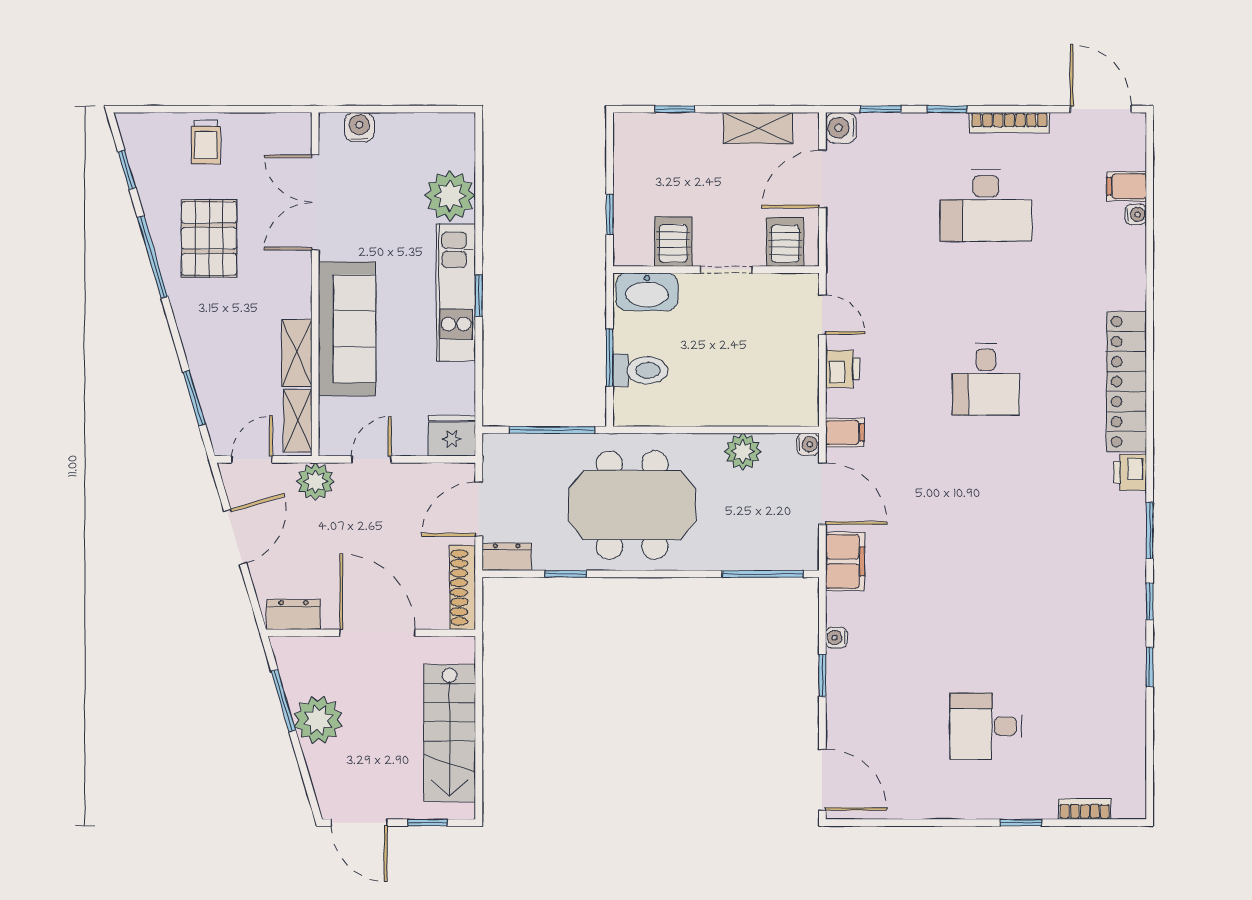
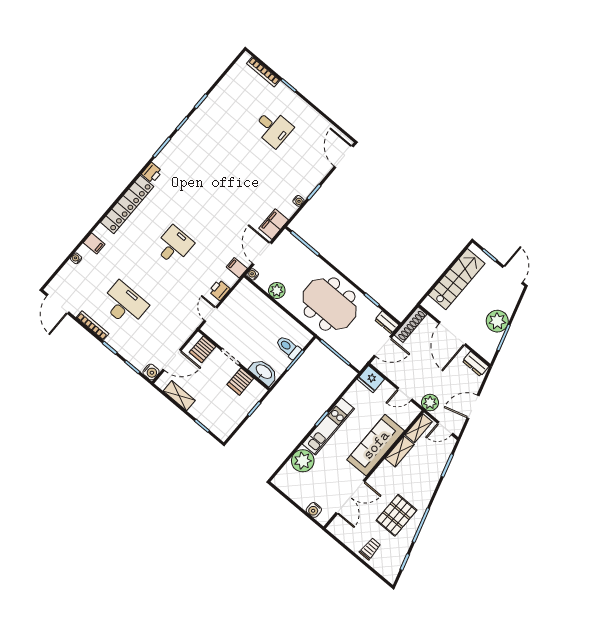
filing cabinet: (1127, 186) -> (94, 243), moved
bookcase: (1085, 809) -> (263, 72), width x1.56

